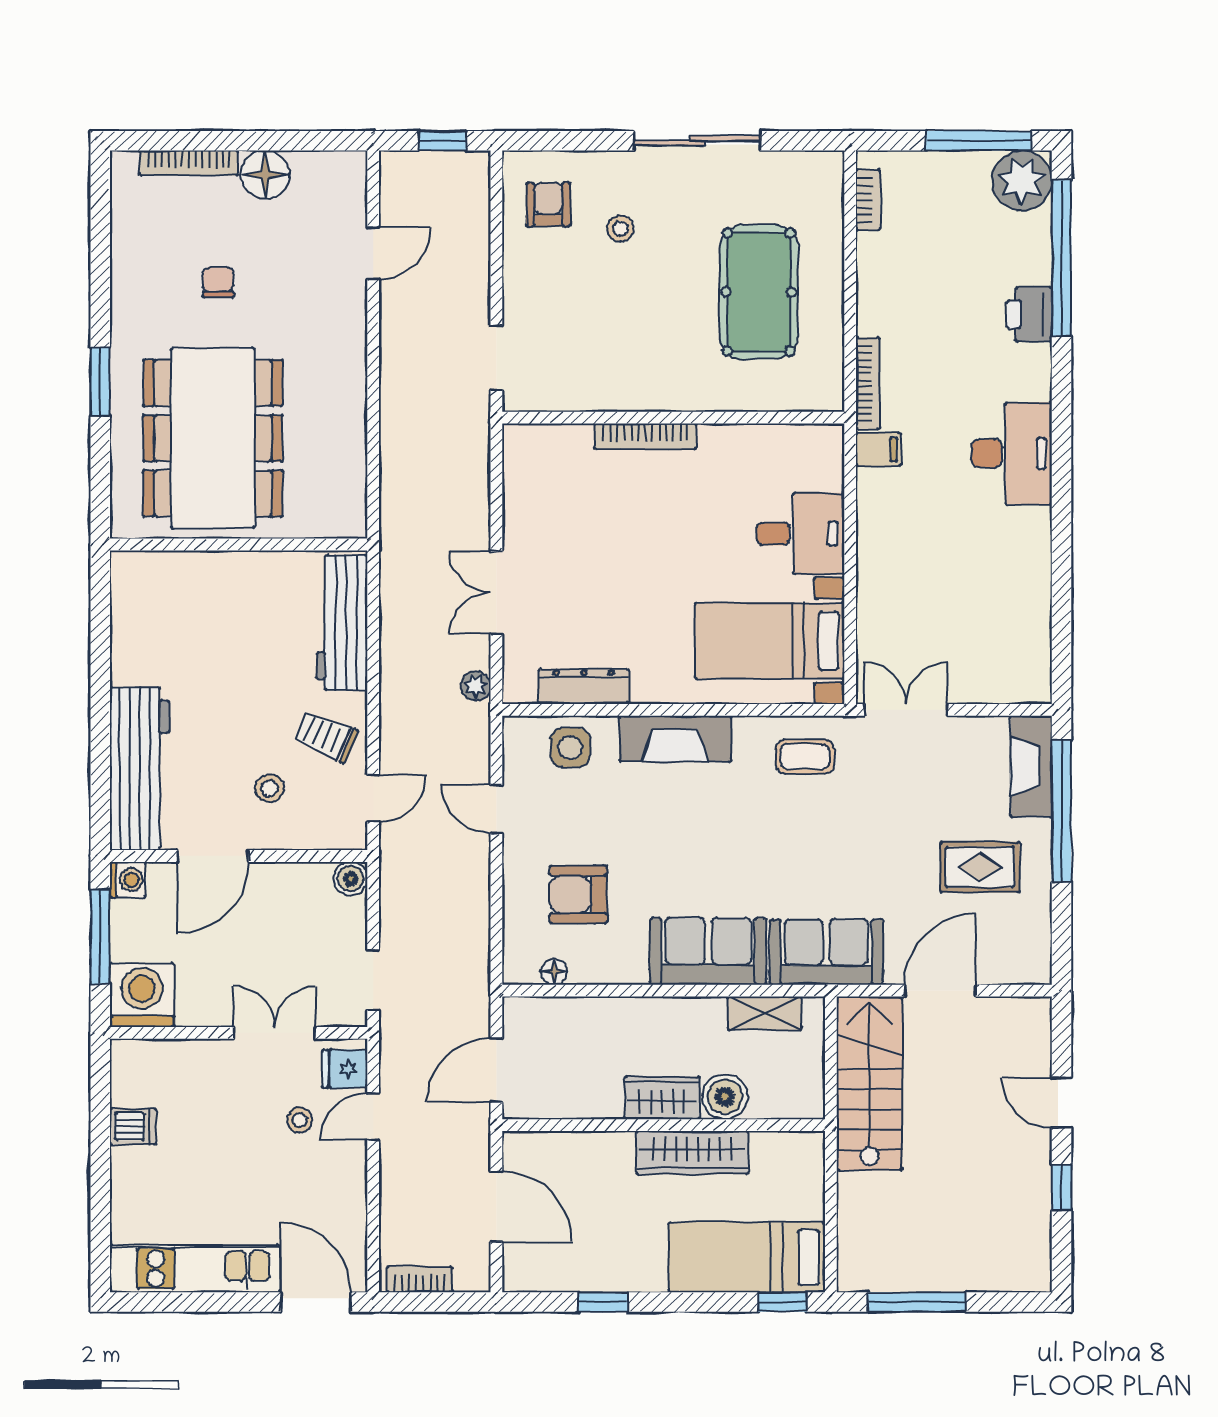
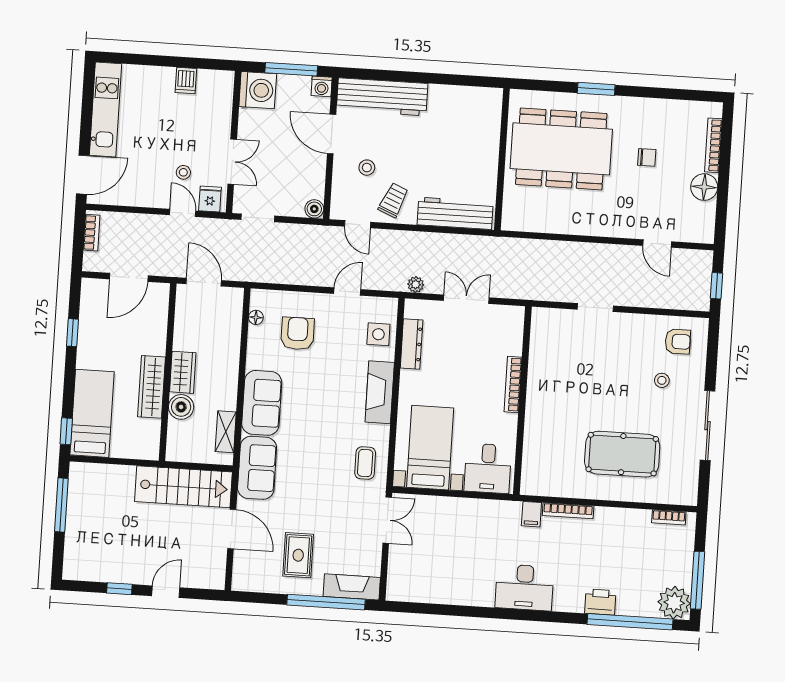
wall: (673, 418) -> (522, 400), moved
bookcase: (645, 436) -> (513, 384), moved

